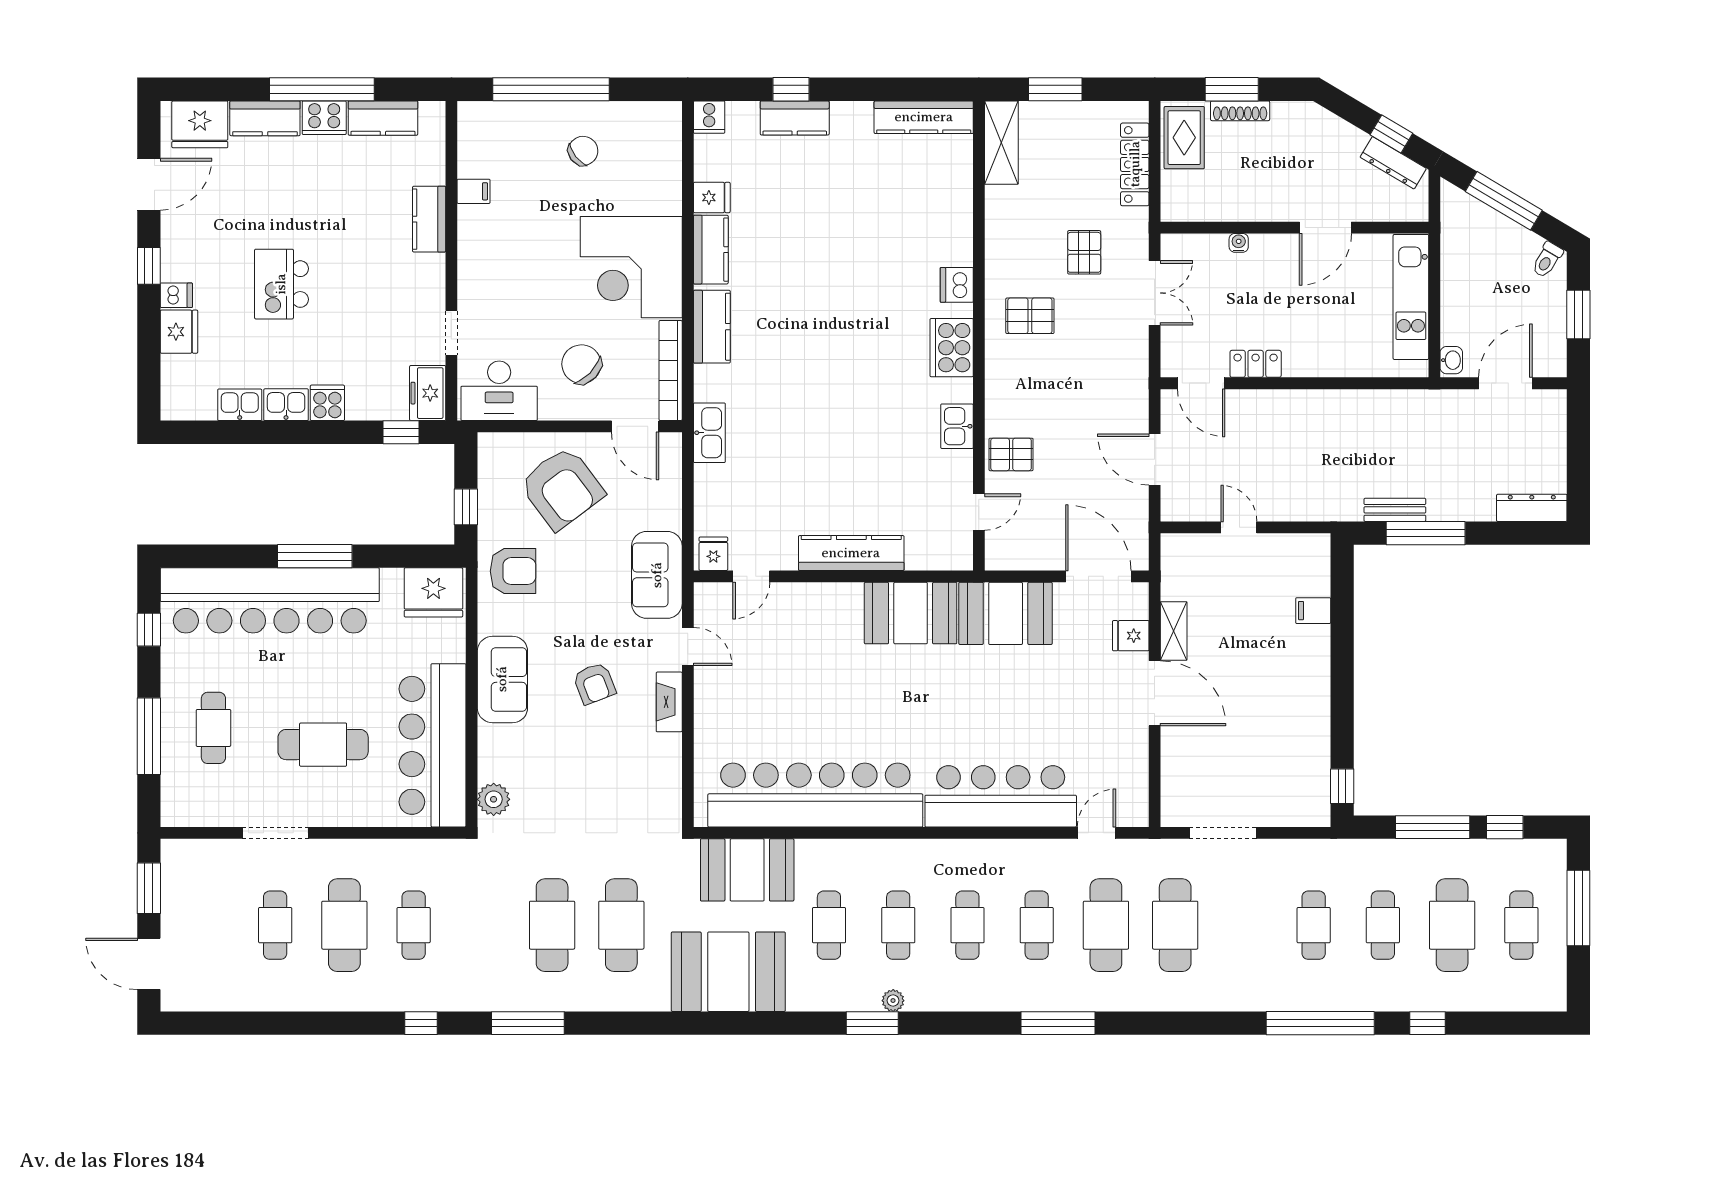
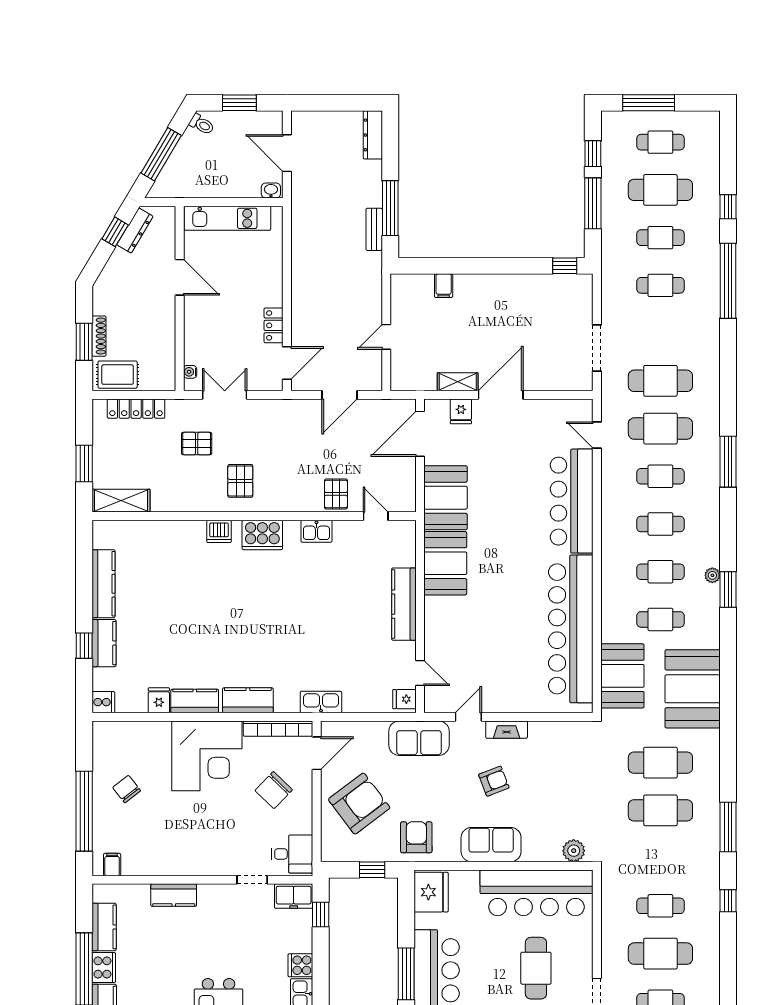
kitchen counter: (924, 117) -> (104, 584), moved
filing cabinet: (474, 191) -> (112, 864), moved
water cooler: (1239, 243) -> (190, 372), moved
desk: (499, 391) -> (292, 854), width x0.73

